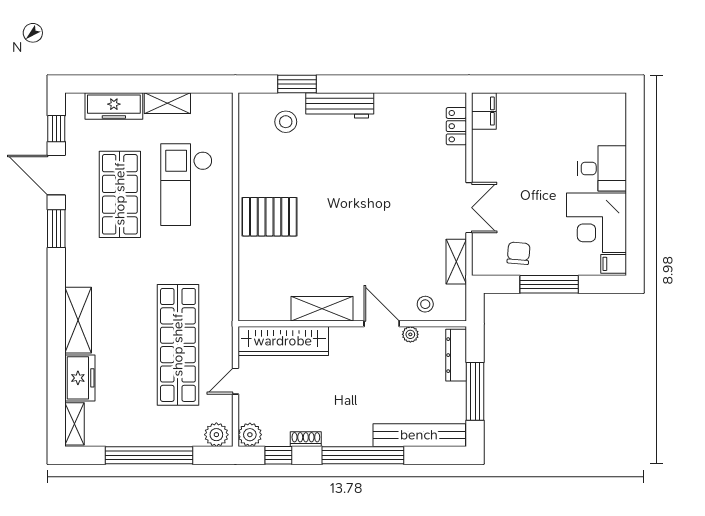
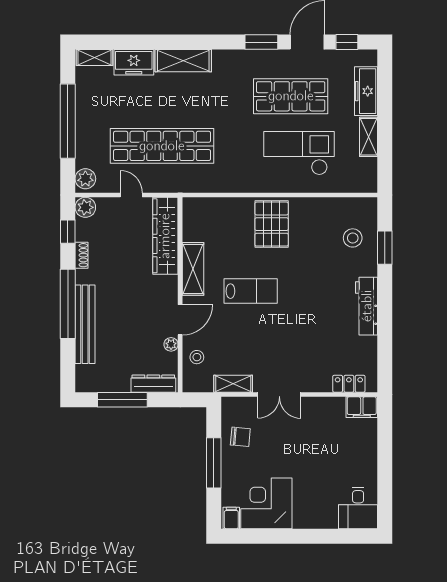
workbench: (340, 105) -> (367, 306), moved
desk: (602, 168) -> (358, 508), moved
lab bench: (348, 241) -> (251, 291), added
bench: (419, 435) -> (85, 324), moved

